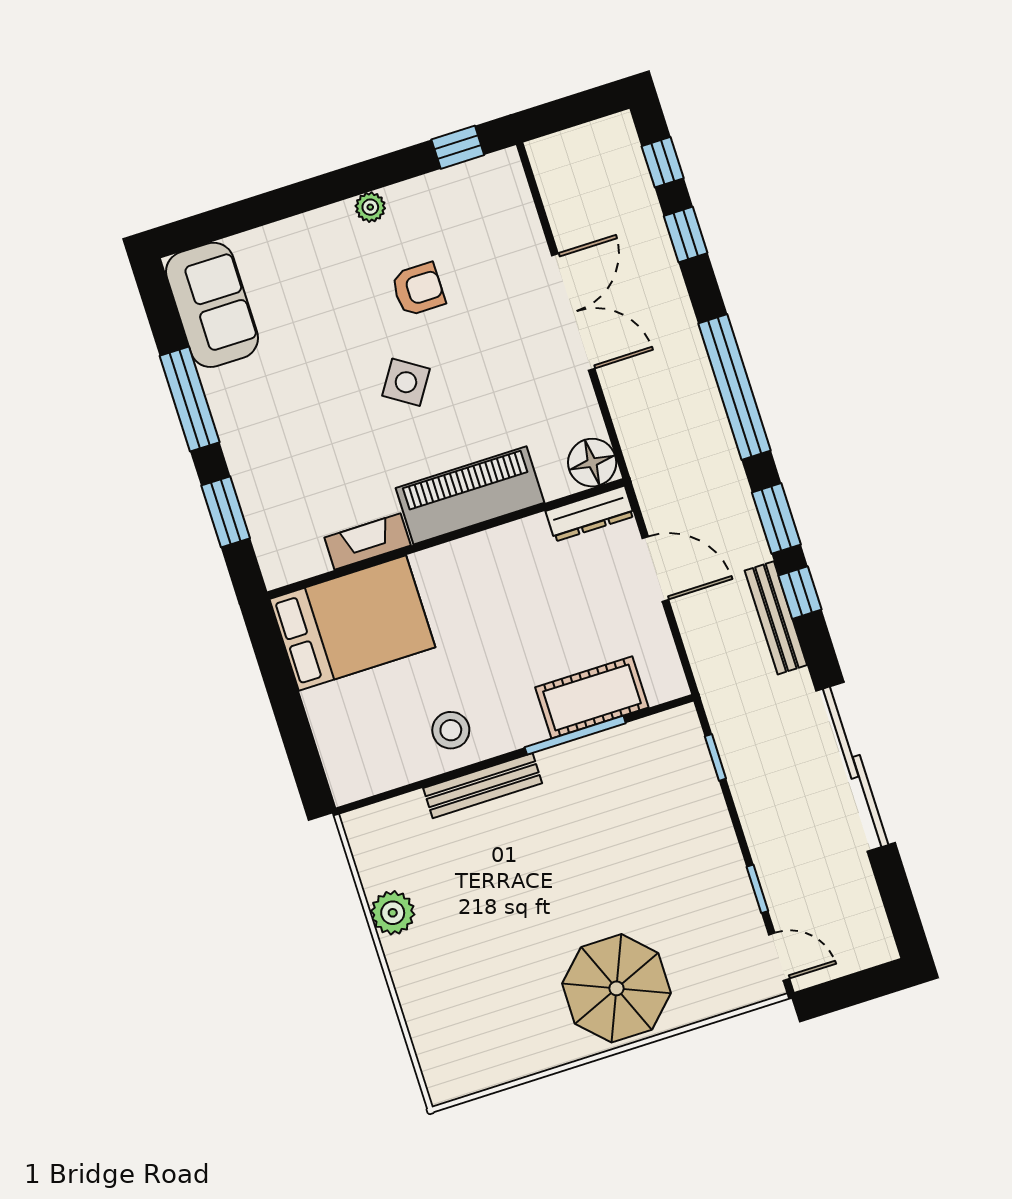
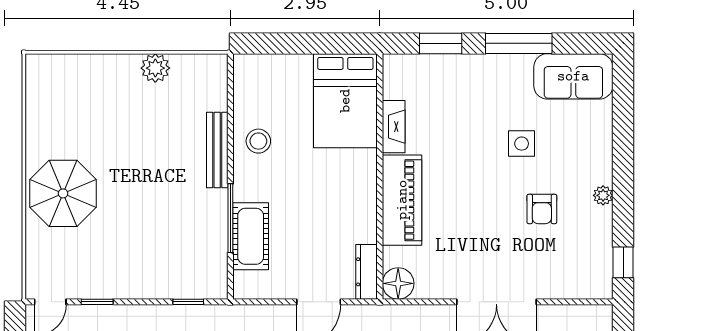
side table: (406, 382) -> (522, 144), moved, turned -33

